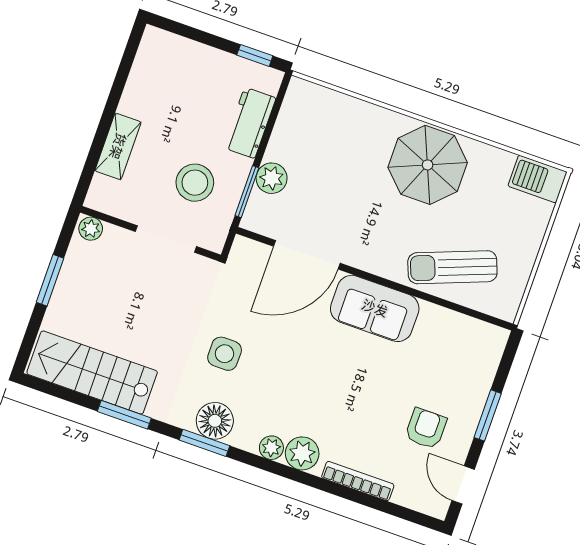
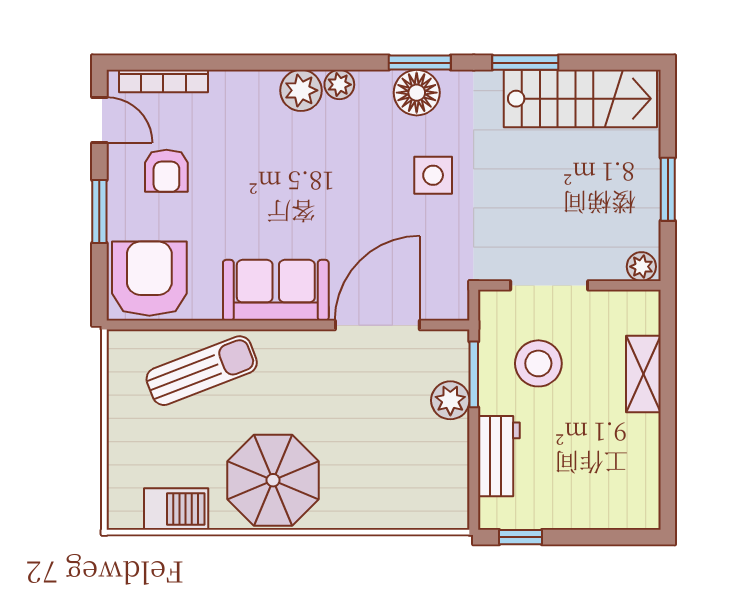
barbecue: (537, 179) -> (176, 509), moved
armchair: (468, 351) -> (149, 279), added
bookcase: (358, 481) -> (163, 81), moved

